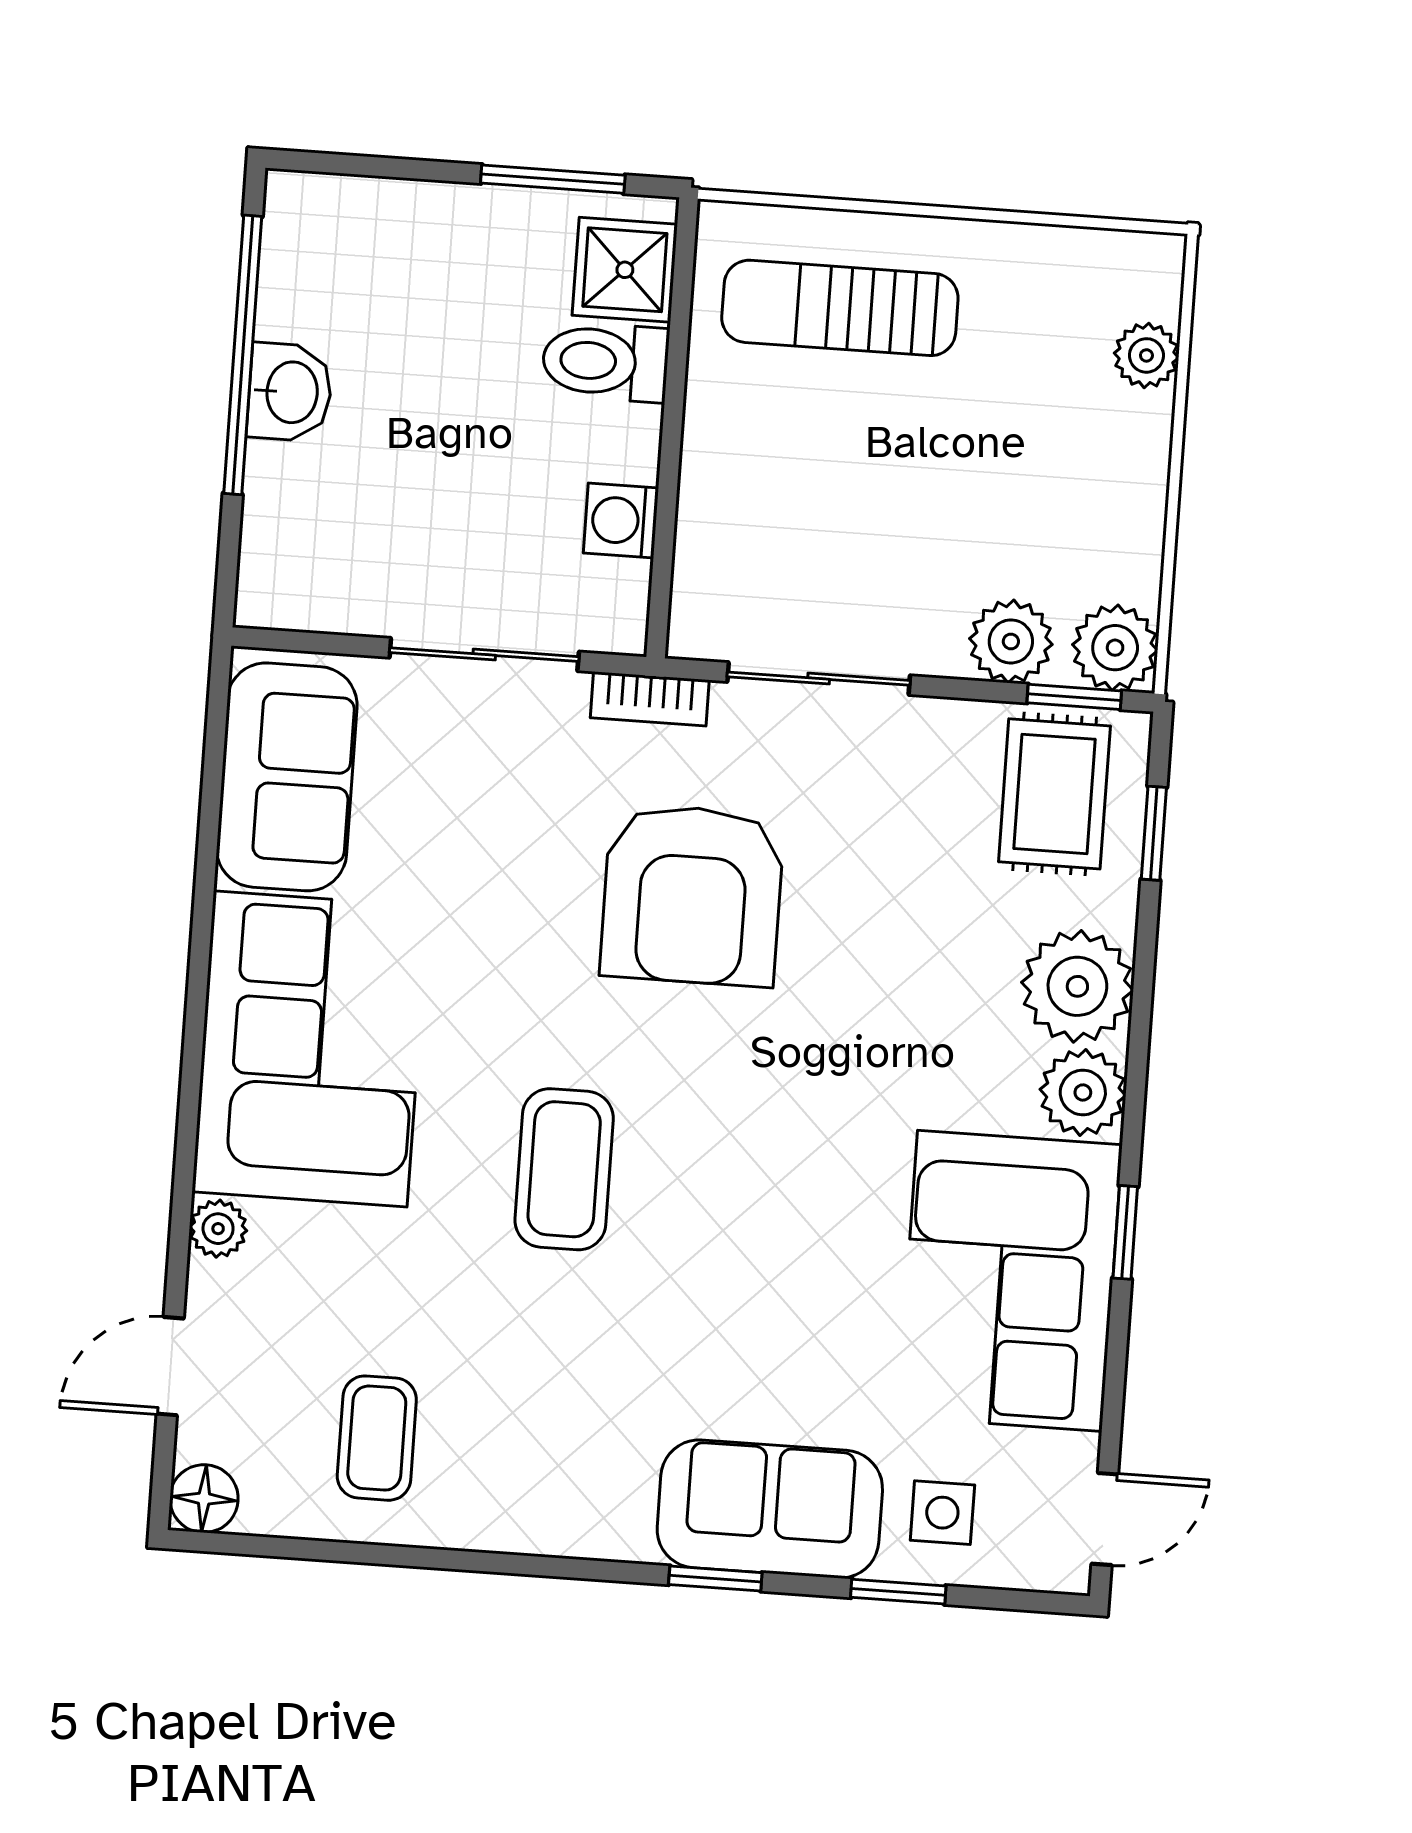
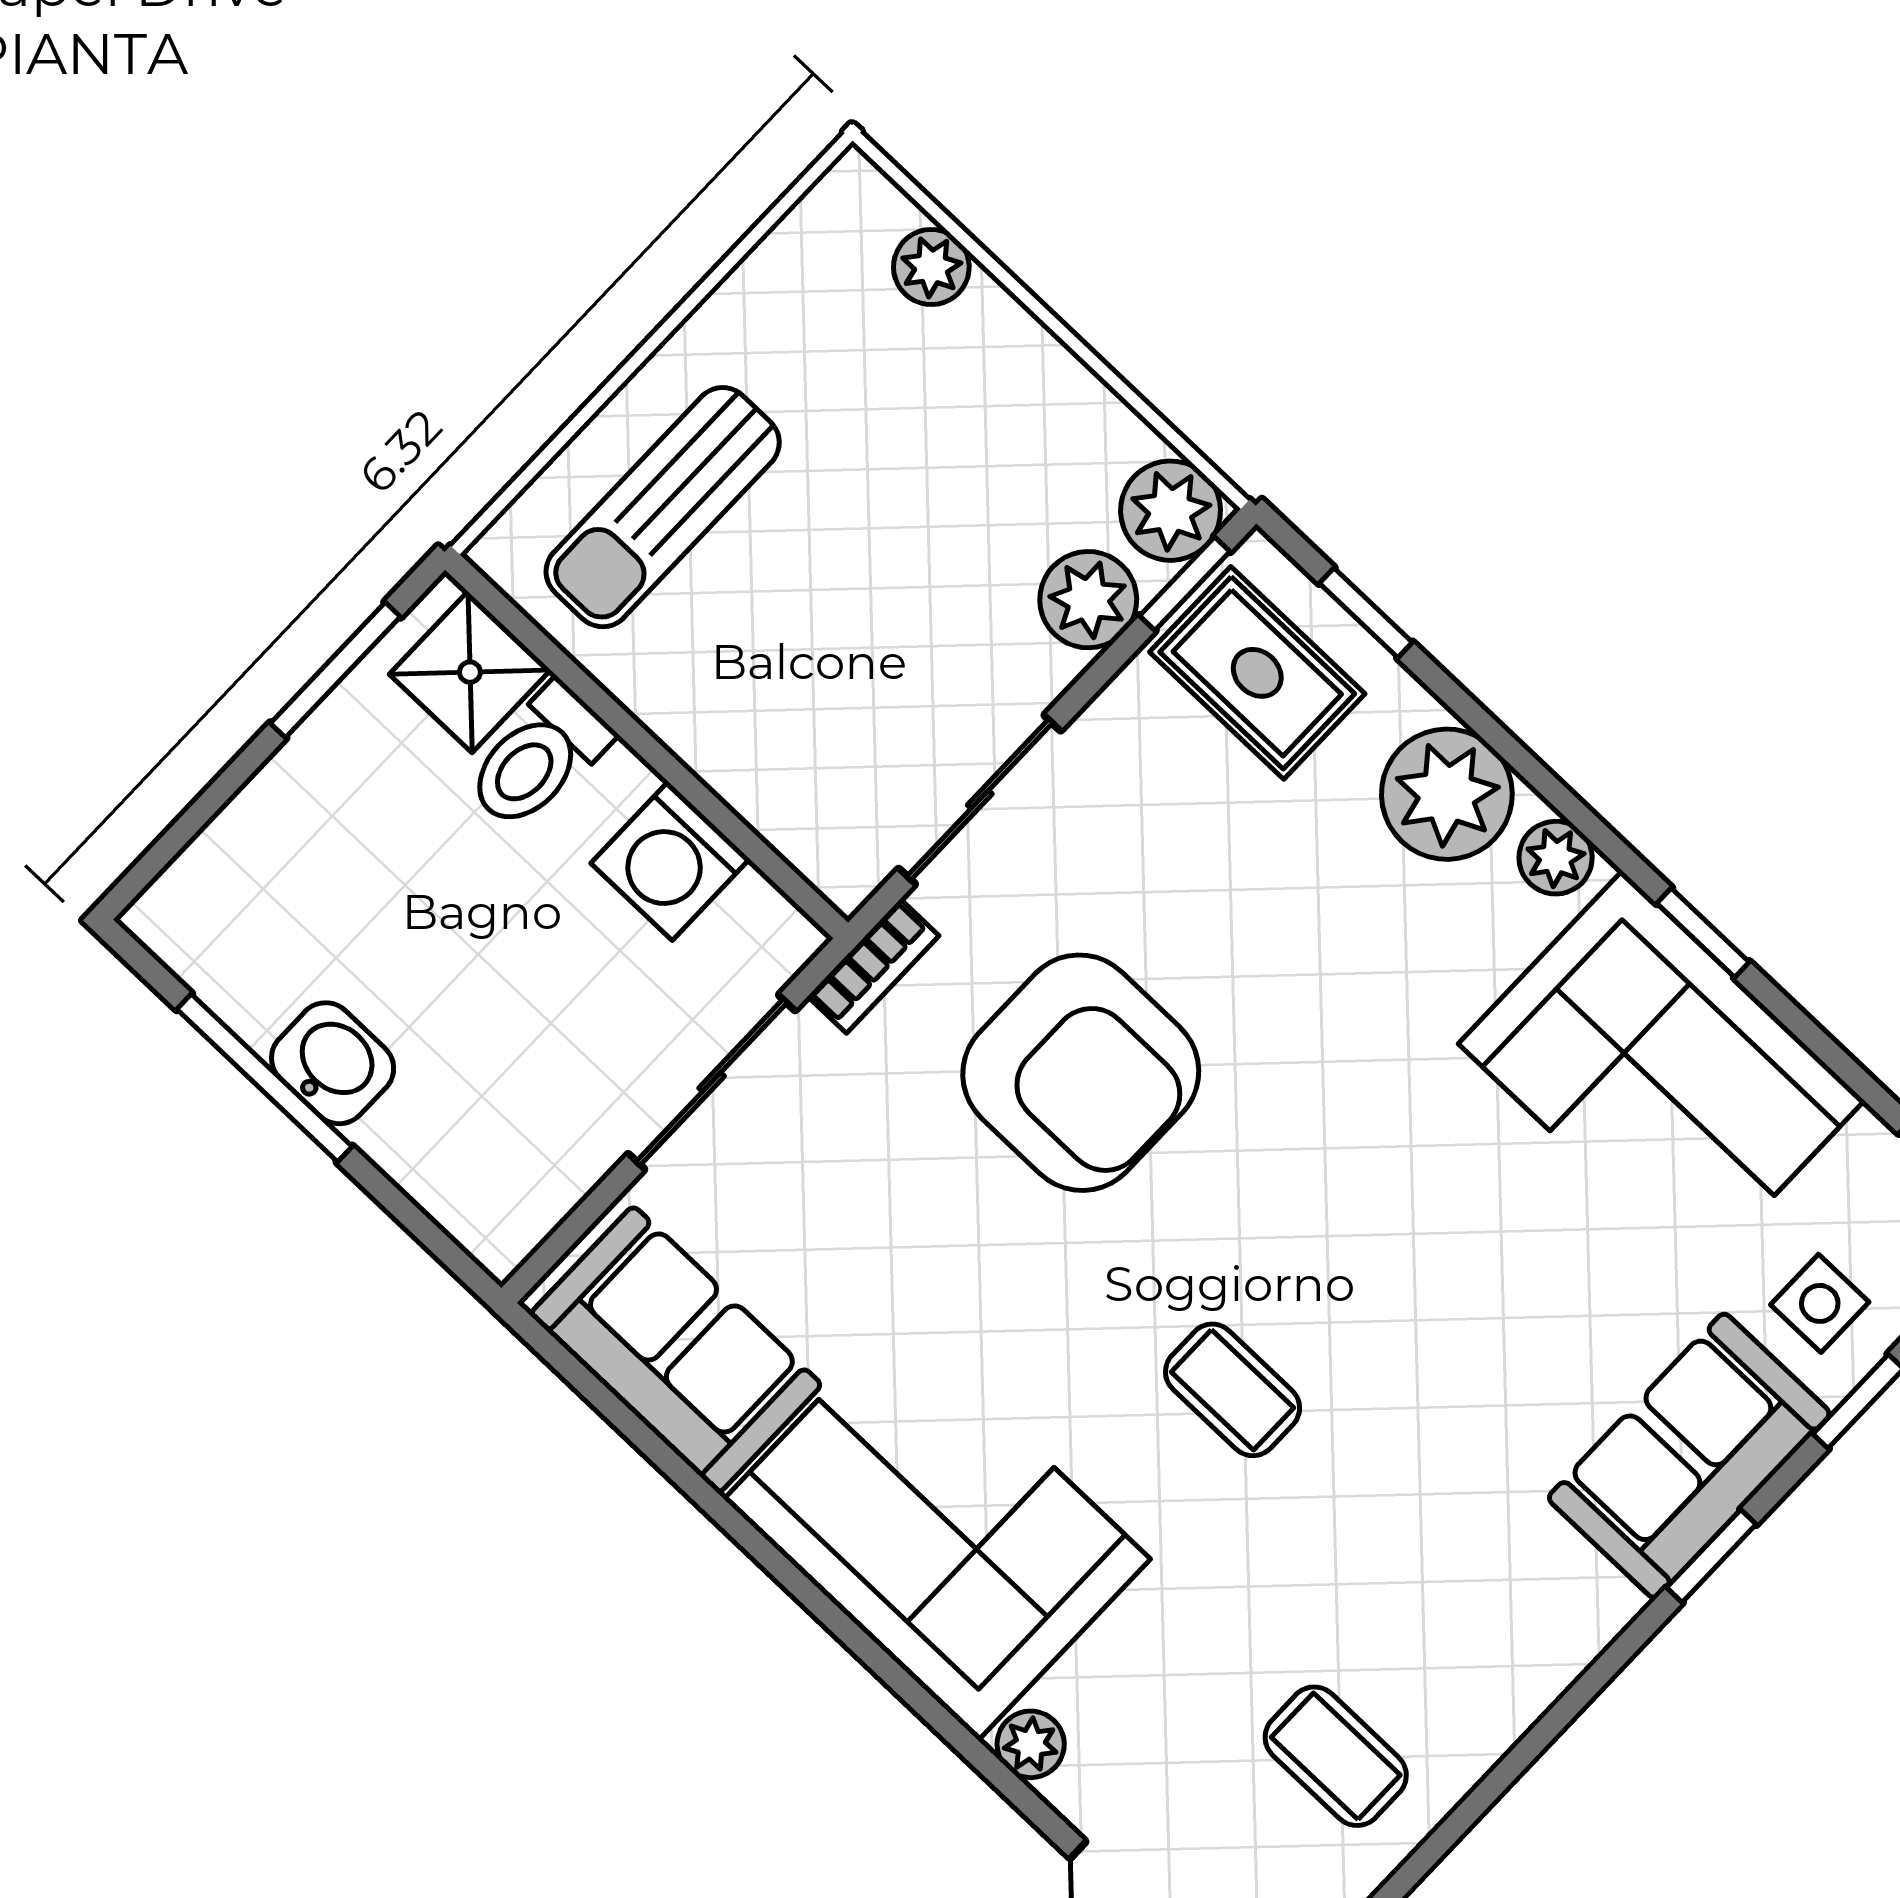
window: (243, 355) -> (264, 1078), width x0.68
washing machine: (621, 520) -> (670, 861), width x1.38, depth x1.38
plant: (1083, 1093) -> (1556, 858), width x0.73, depth x0.73
coffee table: (564, 1169) -> (1233, 1390), width x0.73, depth x0.77

